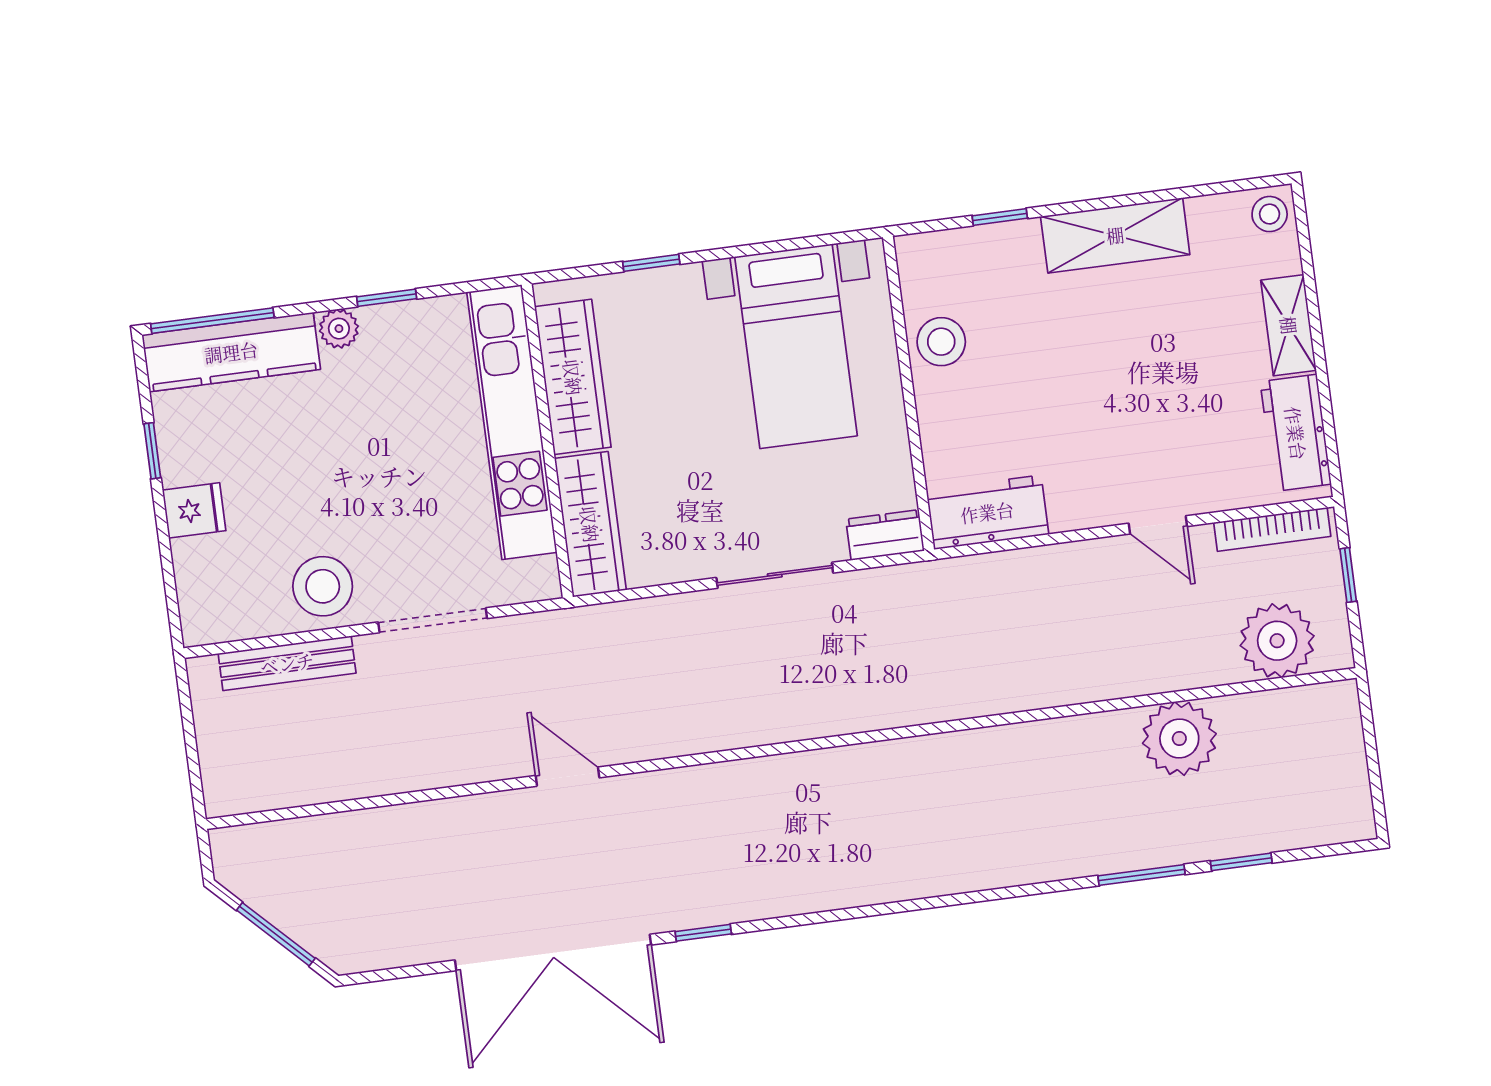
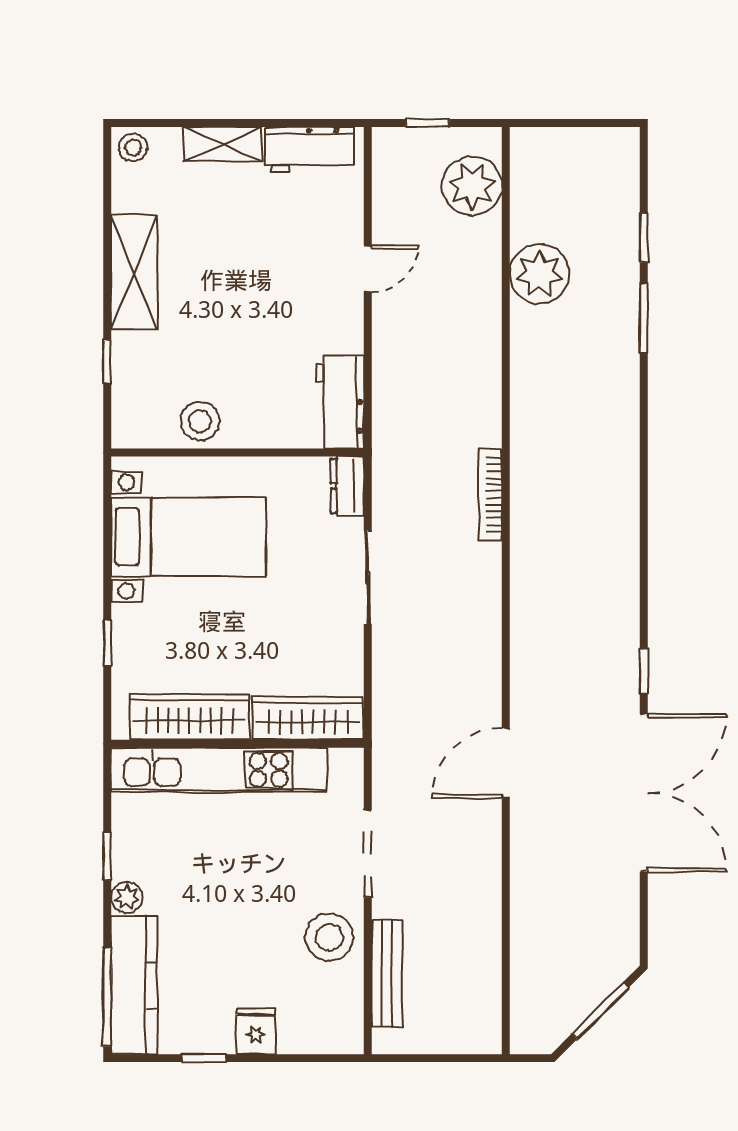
bookcase: (1272, 529) -> (490, 495), moved, turned 180
door: (567, 777) -> (506, 763), width x1.38

